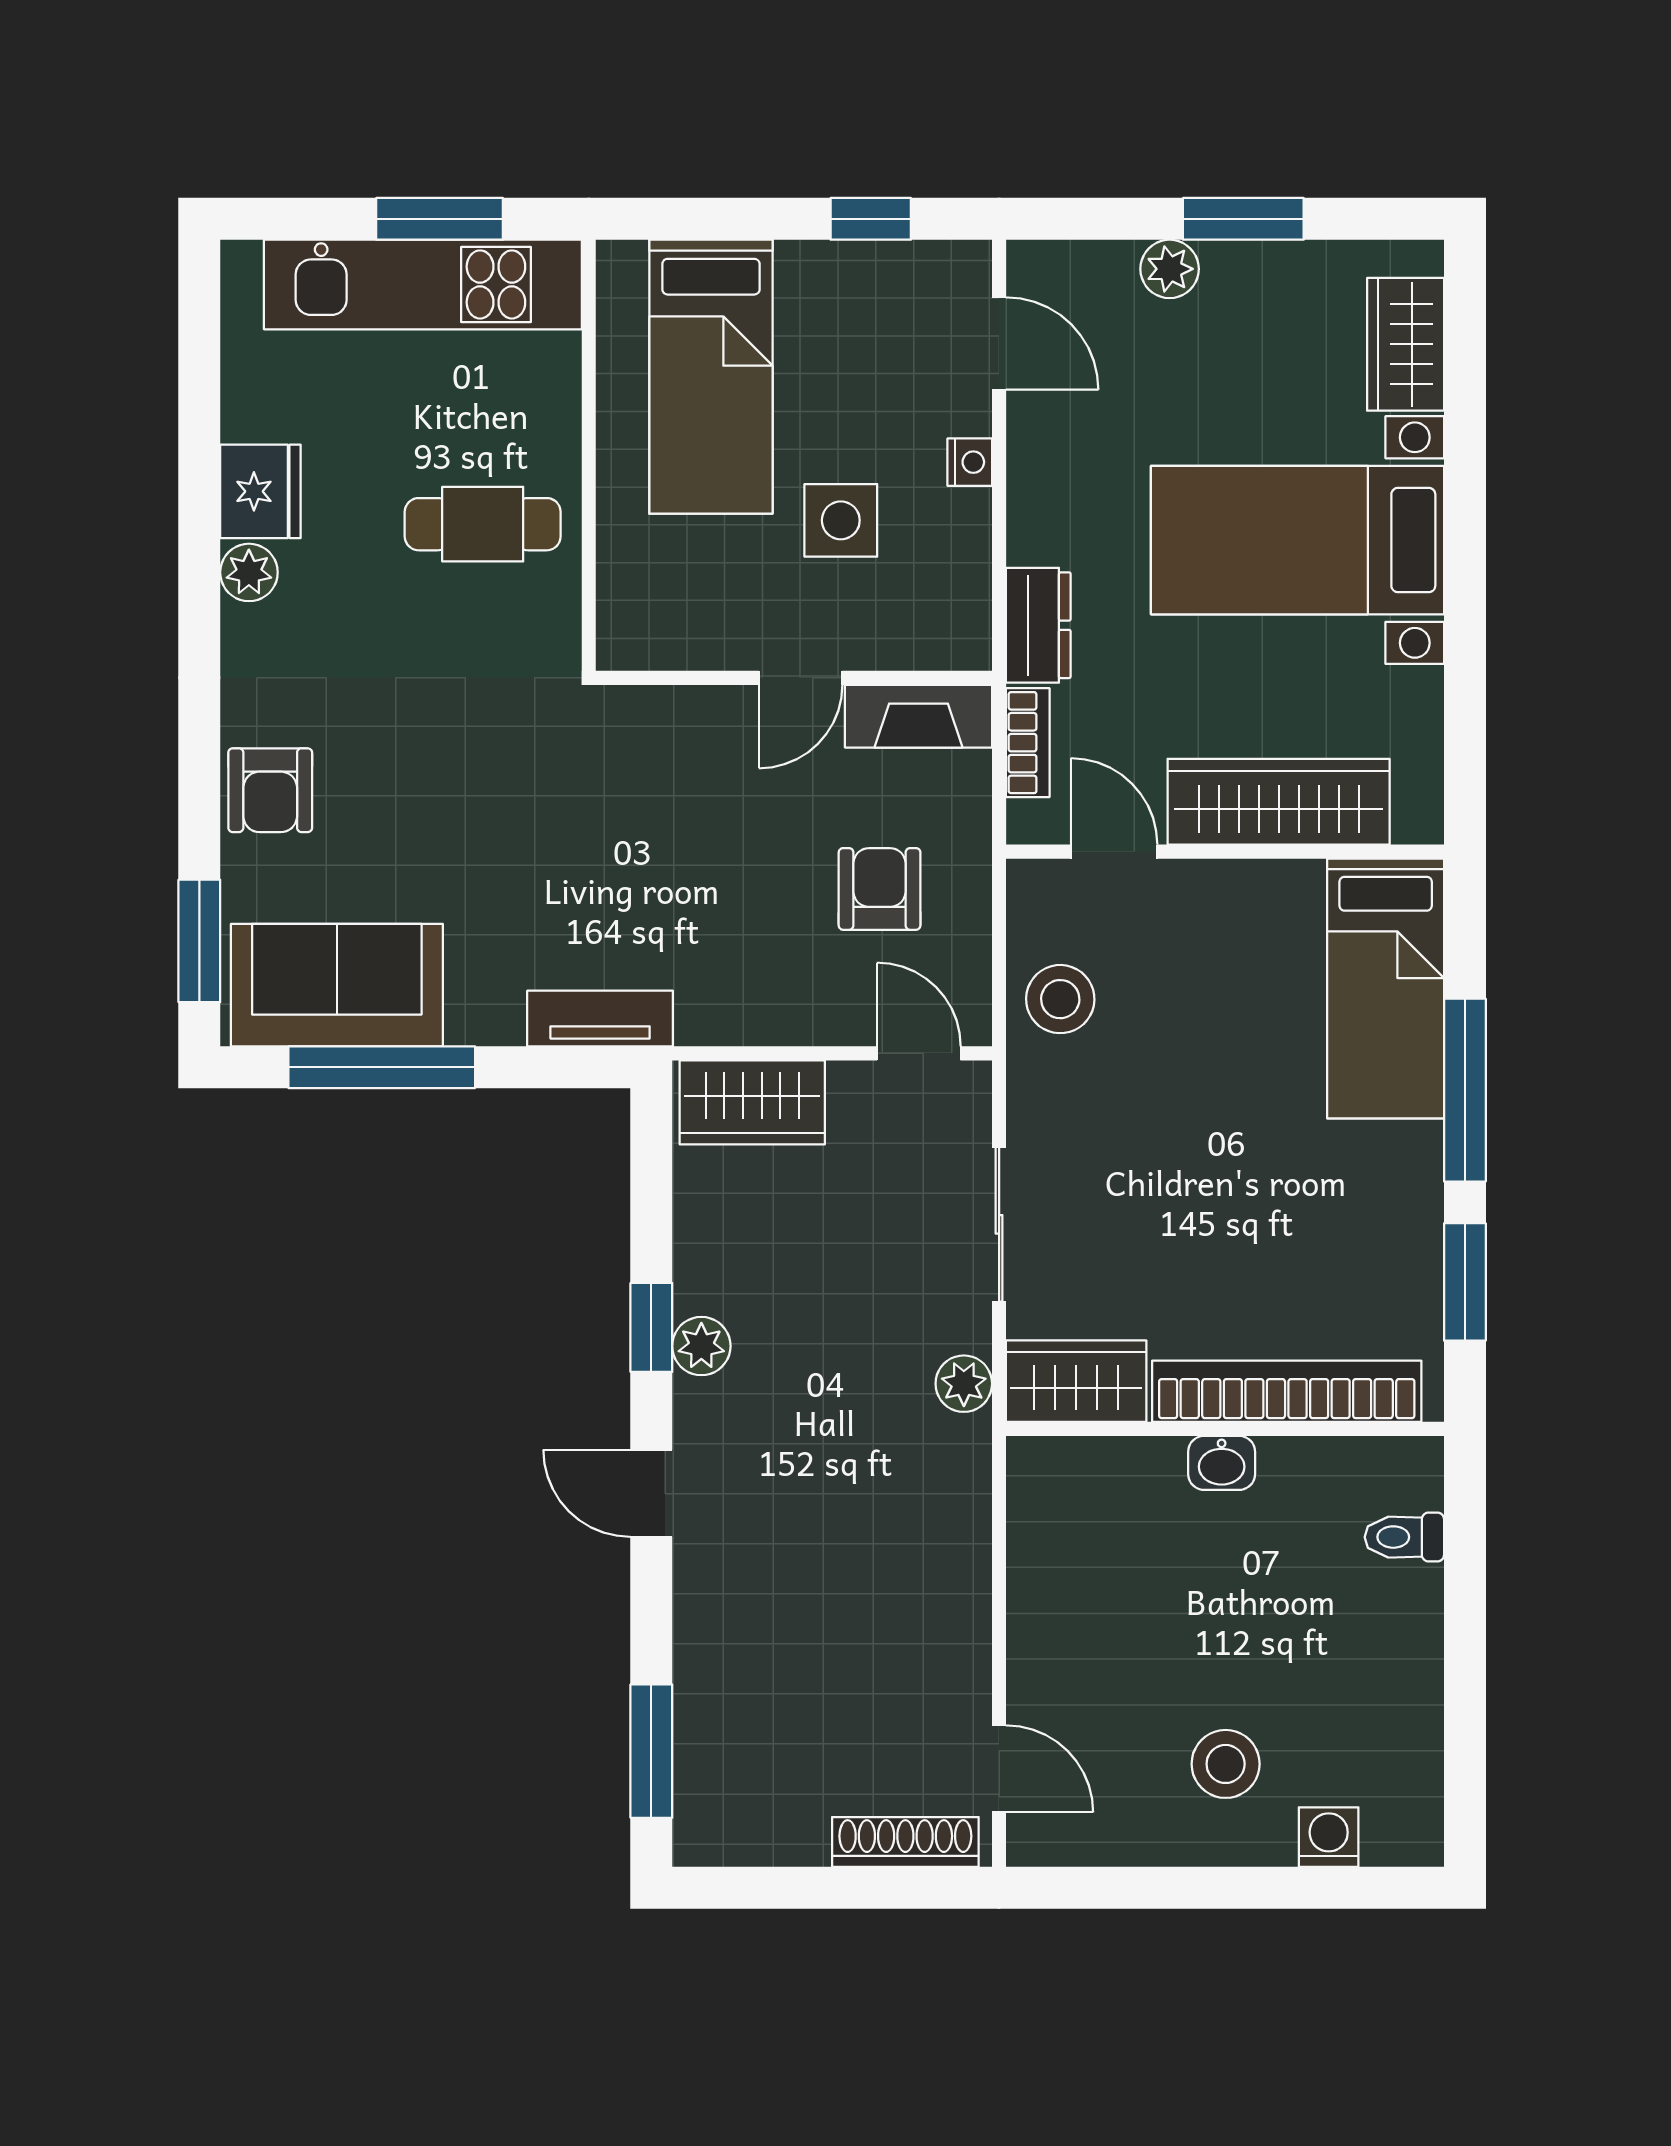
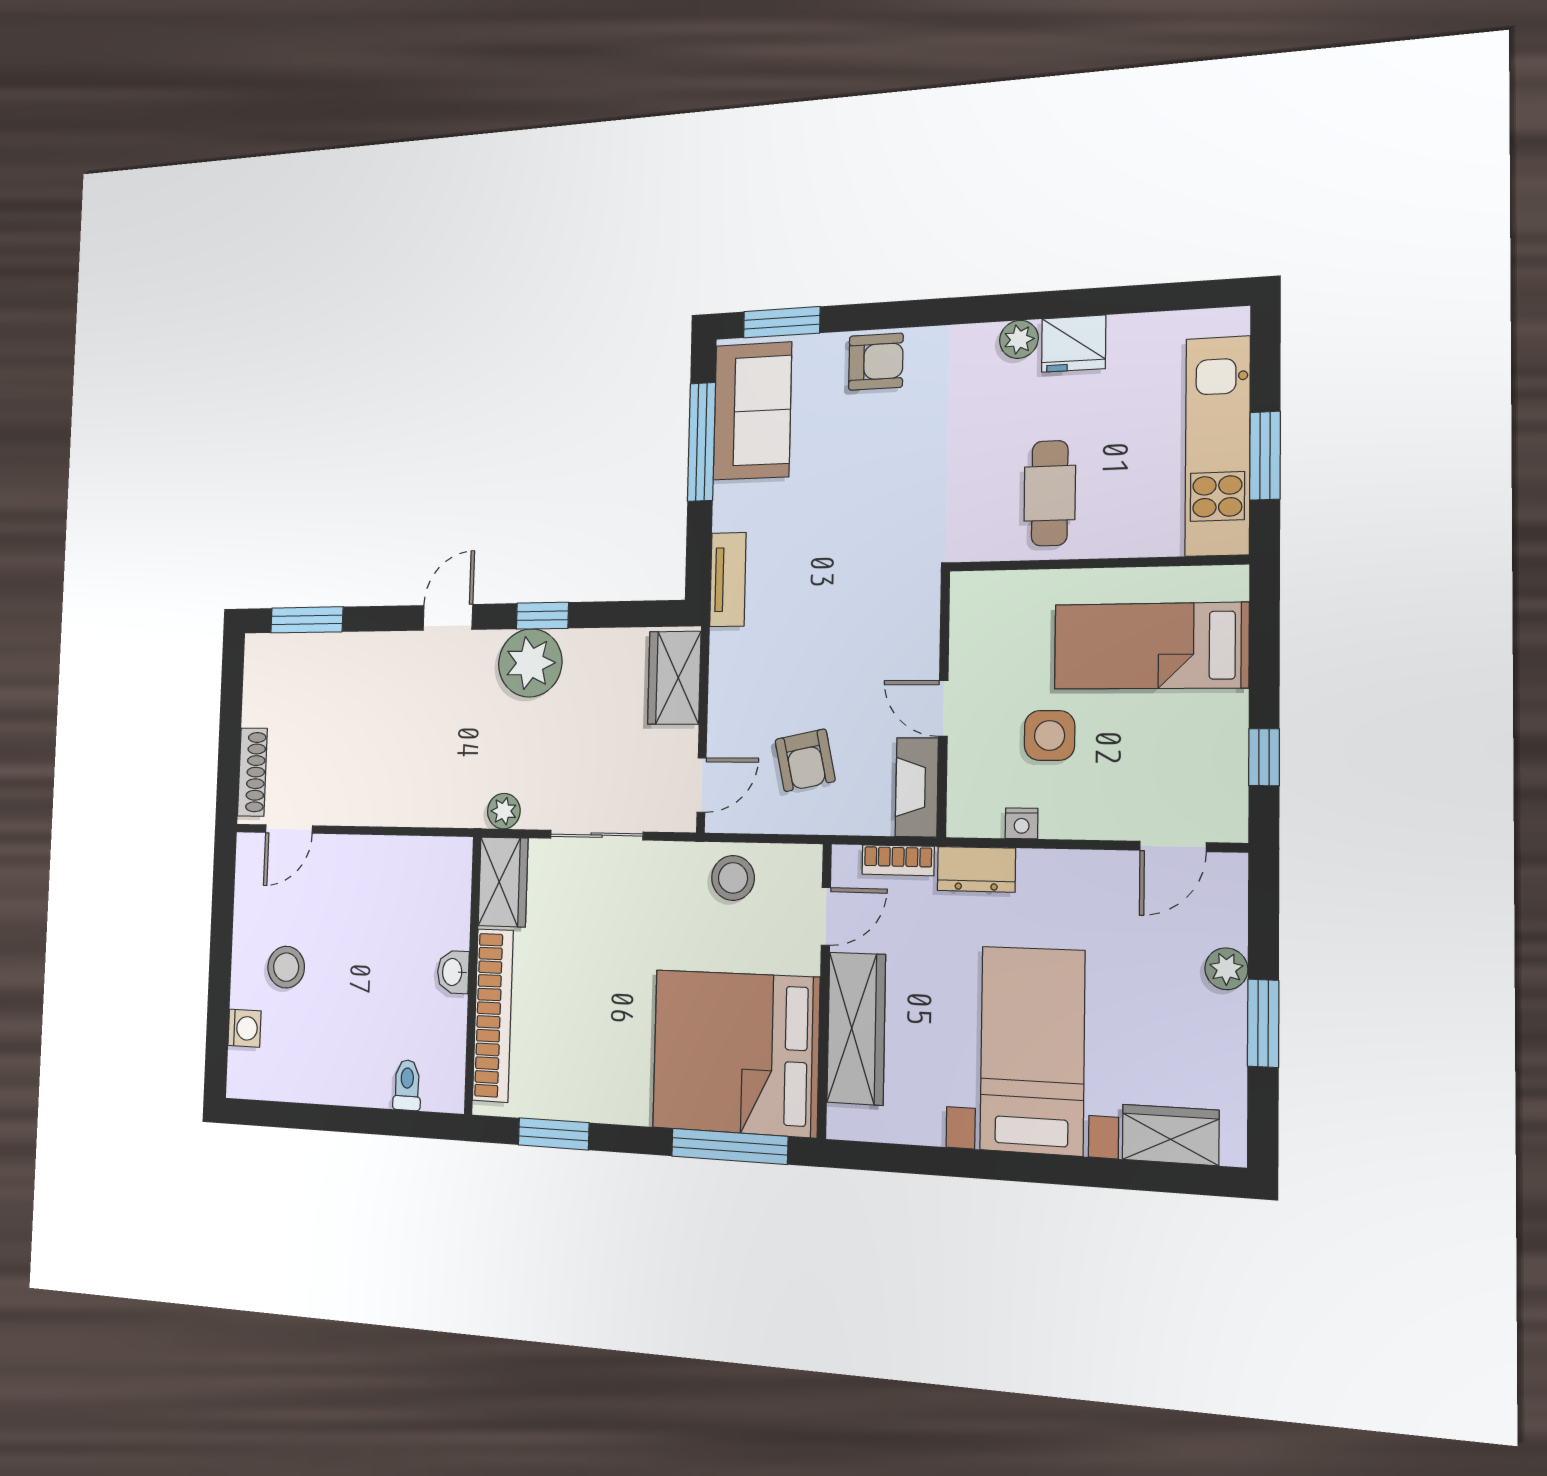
nightstand: (970, 462) -> (1022, 823), moved
armchair: (270, 790) -> (876, 362), turned 180
armchair: (880, 889) -> (805, 760), turned 78
bed: (1386, 988) -> (736, 1053), width x2.04
window: (1465, 1090) -> (729, 1146), moved
plant: (701, 1346) -> (530, 663), width x1.87, depth x1.87

